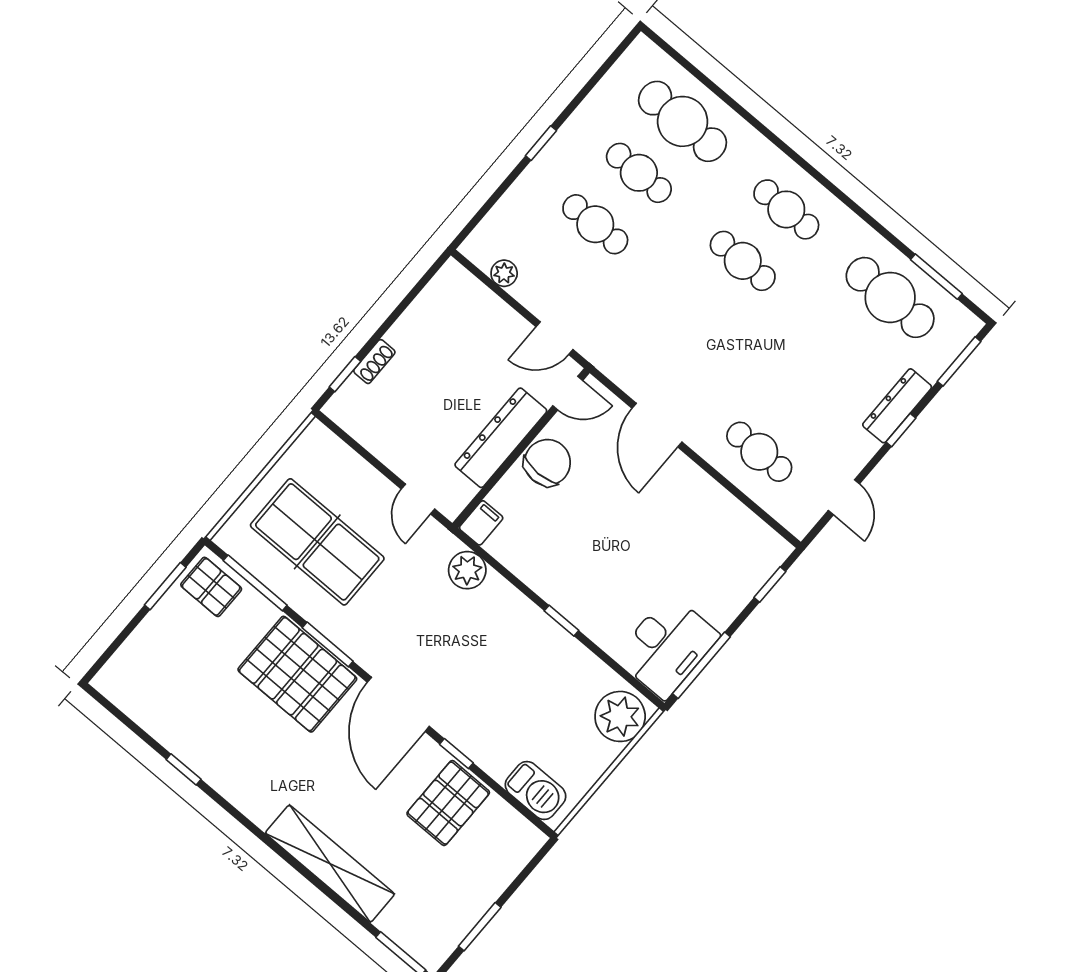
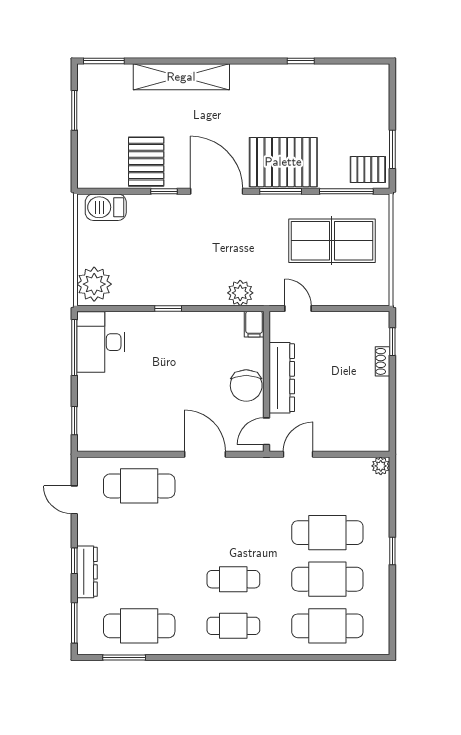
cafe table: (639, 173) -> (327, 579), width x1.37, depth x1.35
cafe table: (595, 224) -> (327, 533), width x1.37, depth x1.35
plant: (504, 273) -> (381, 466), moved
cafe table: (759, 452) -> (139, 486), width x1.37, depth x1.35

